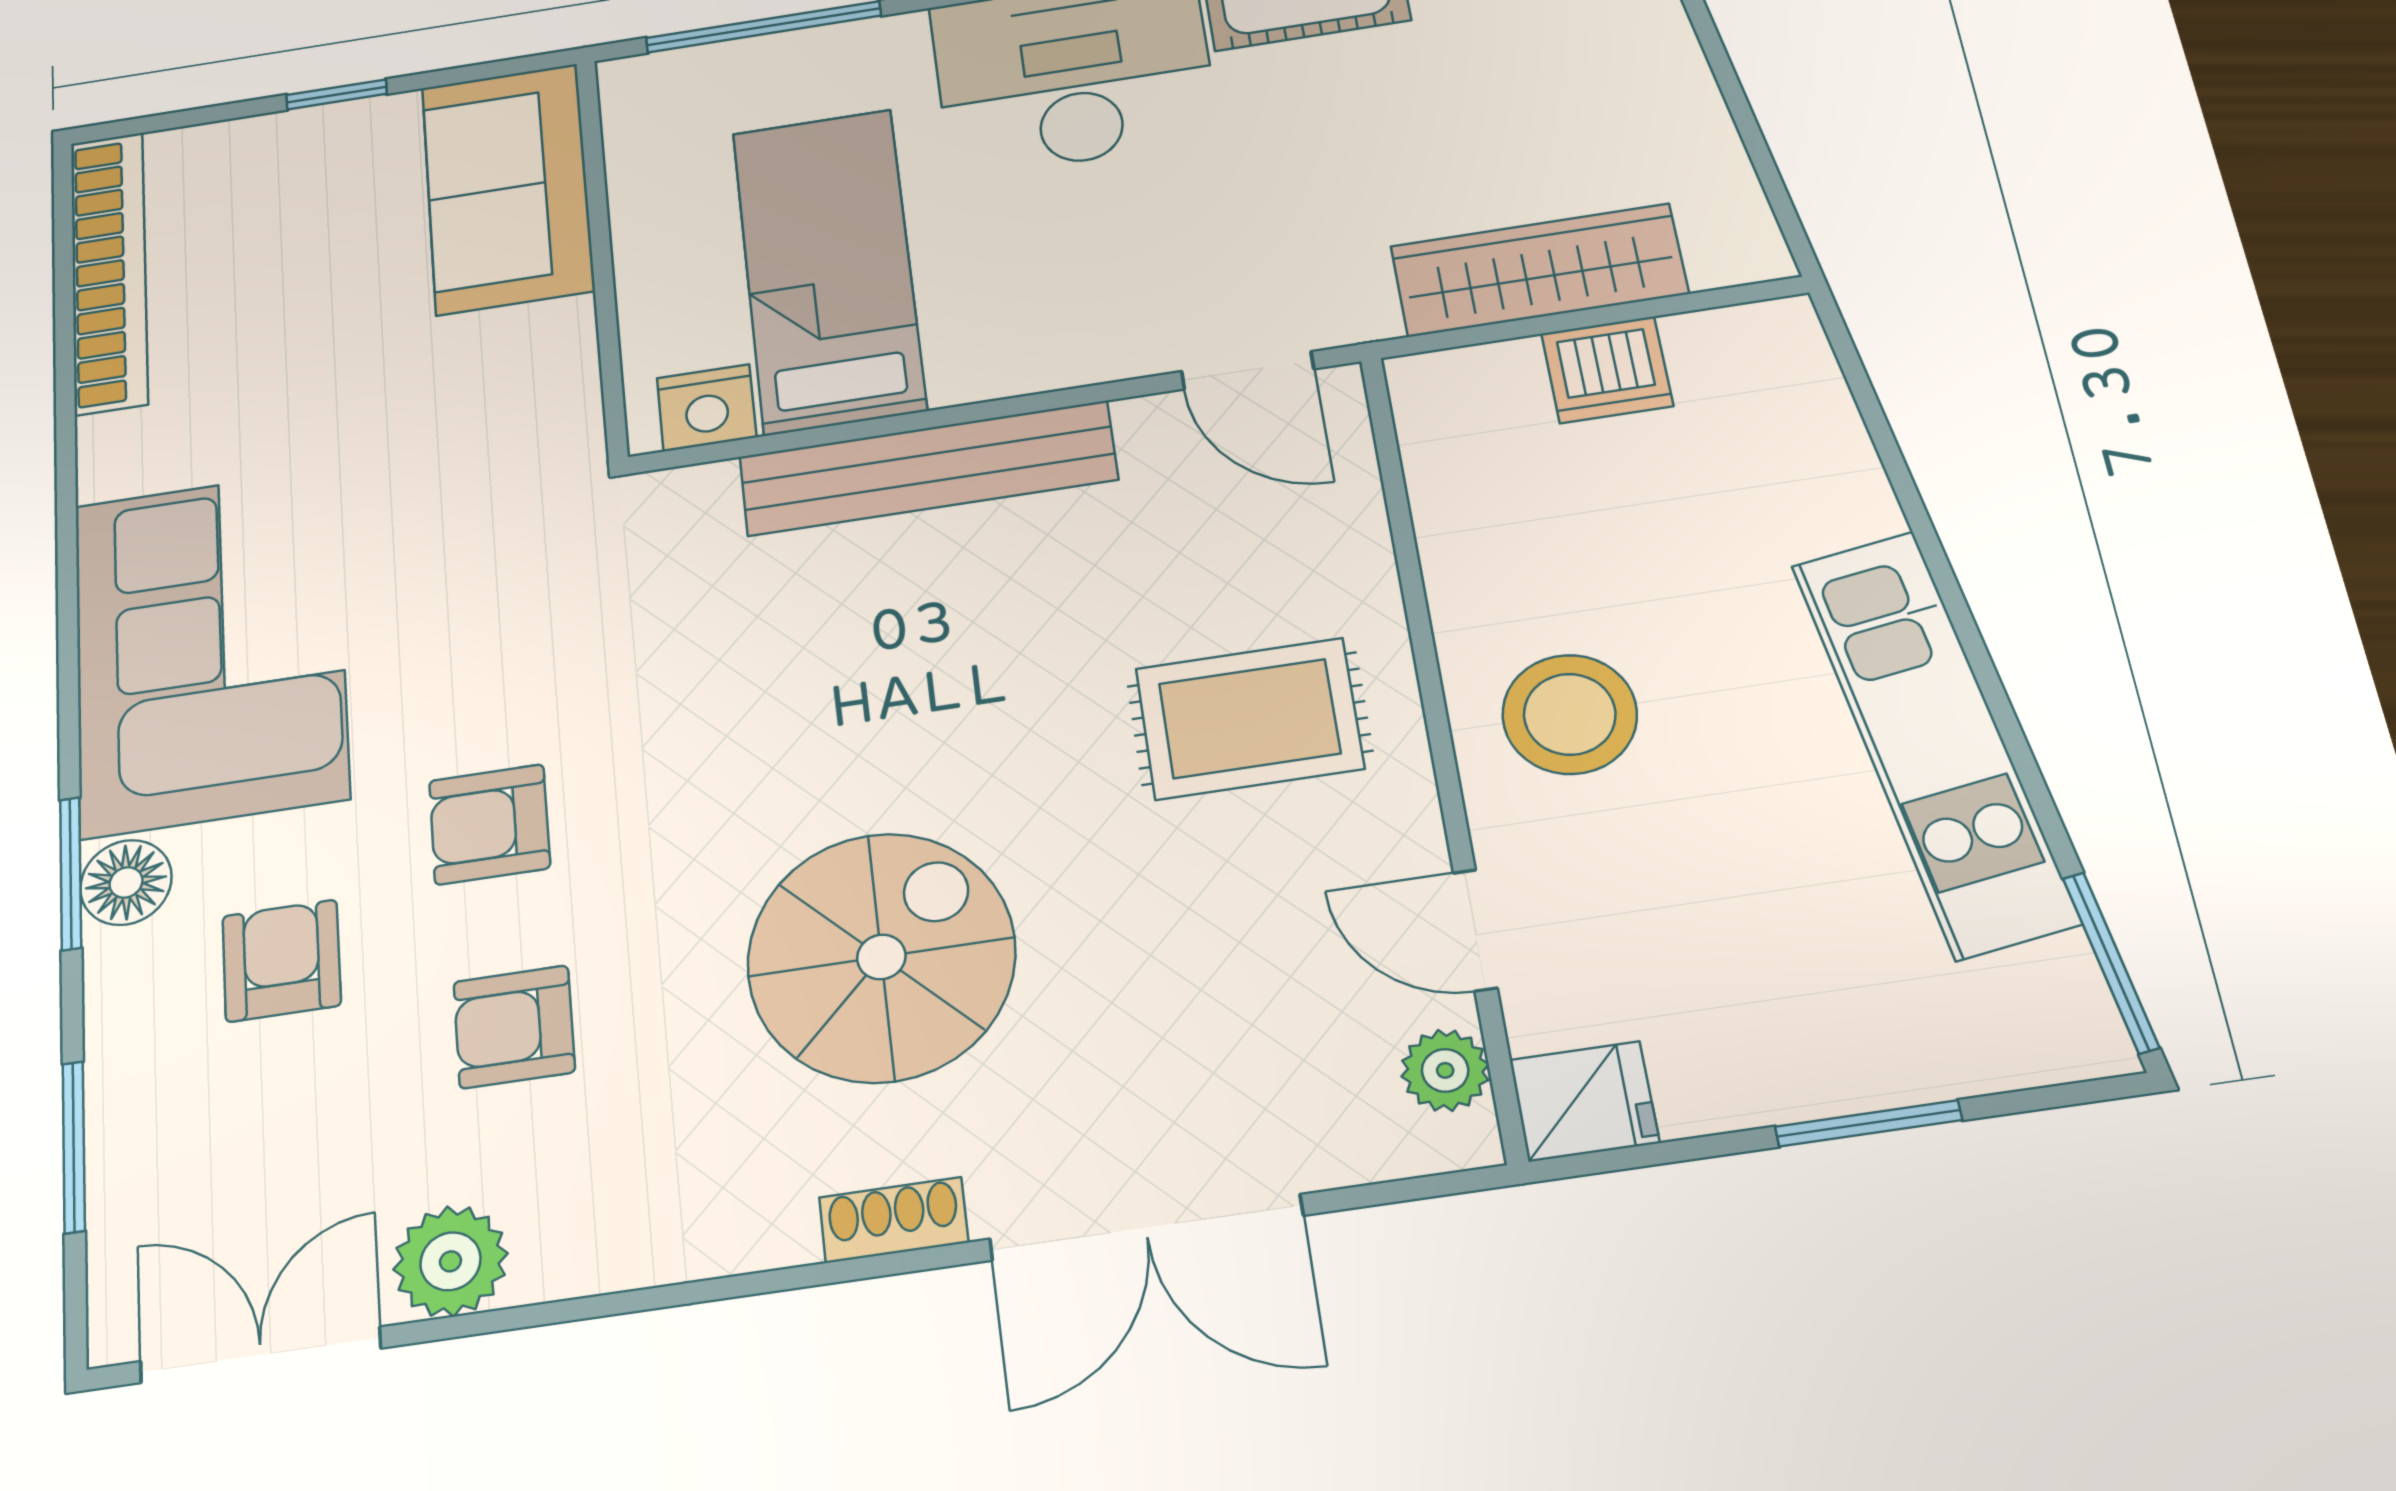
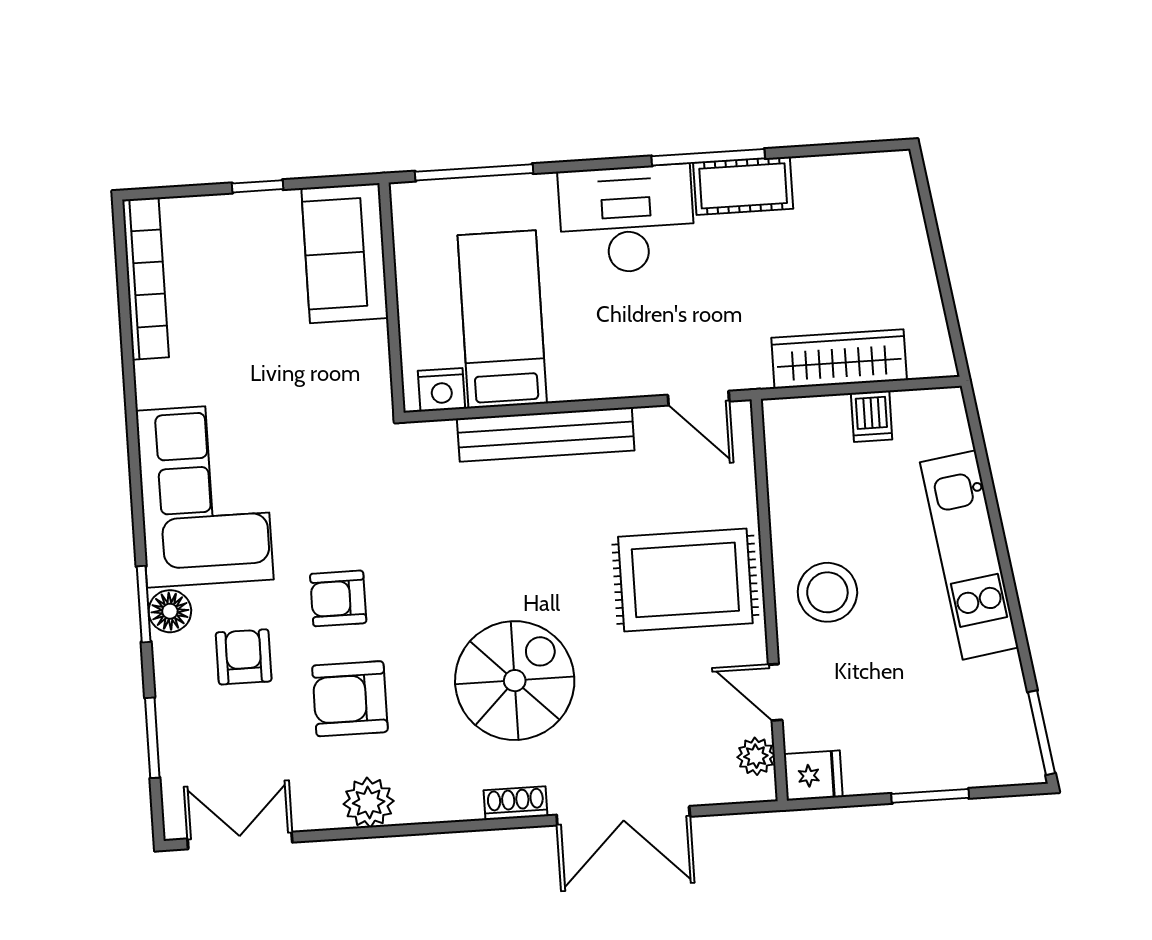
dishwasher: (1607, 370) -> (872, 416), width x0.73
rug: (1249, 719) -> (685, 580), width x1.36, depth x1.43
kitchen unit: (1934, 741) -> (969, 555), moved
armchair: (514, 1027) -> (350, 699), width x1.38, depth x1.38
plant: (450, 1261) -> (369, 802), moved

